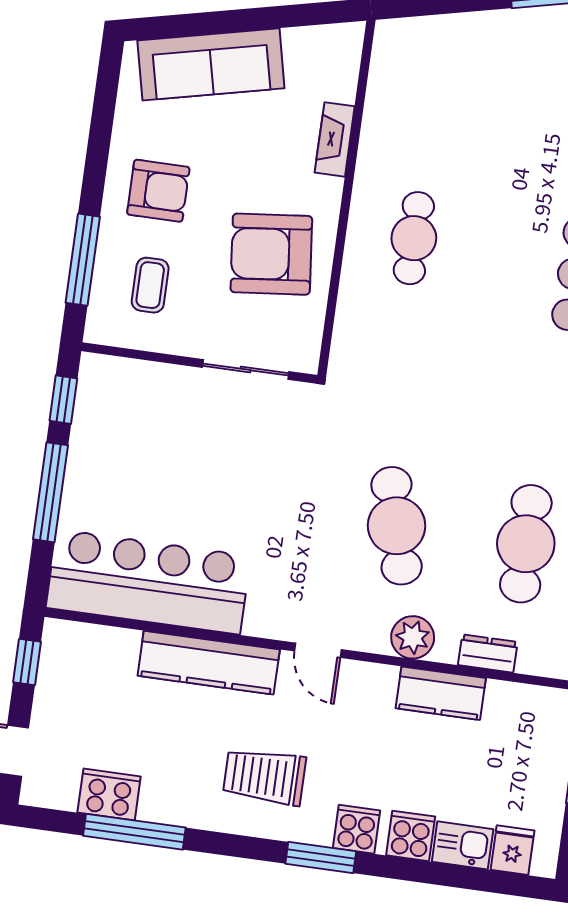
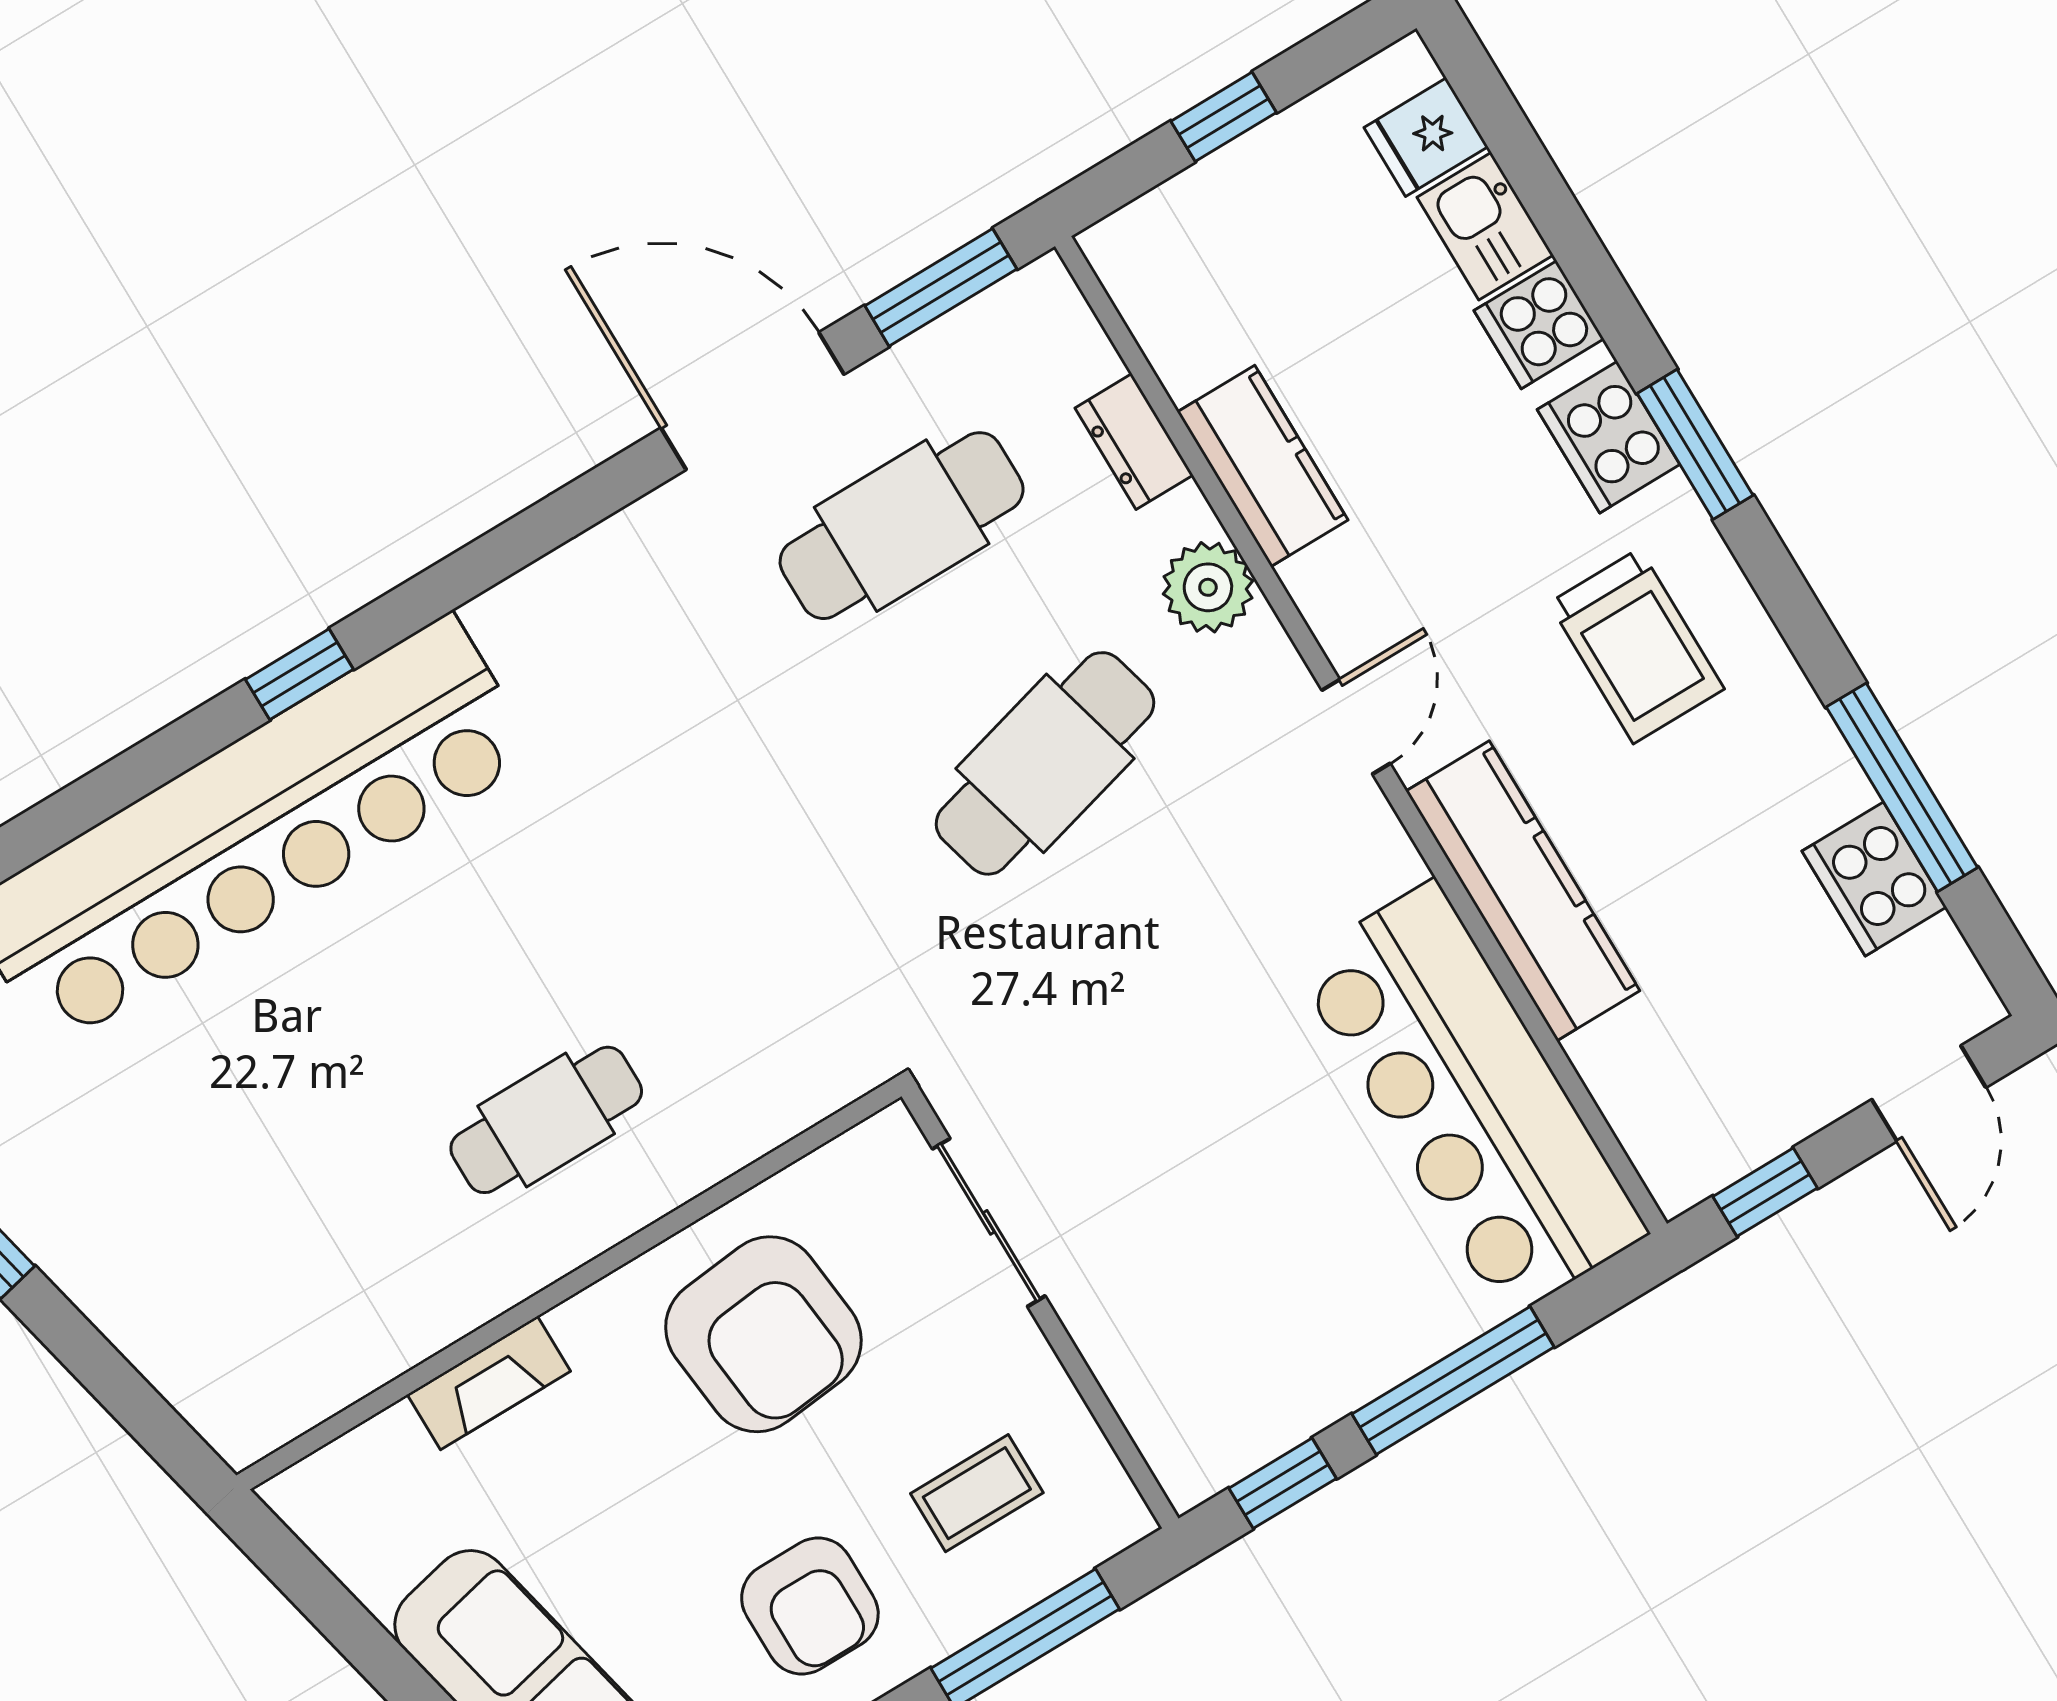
armchair: (158, 191) -> (810, 1606), turned 180
cooker: (357, 829) -> (1609, 437), width x1.36

